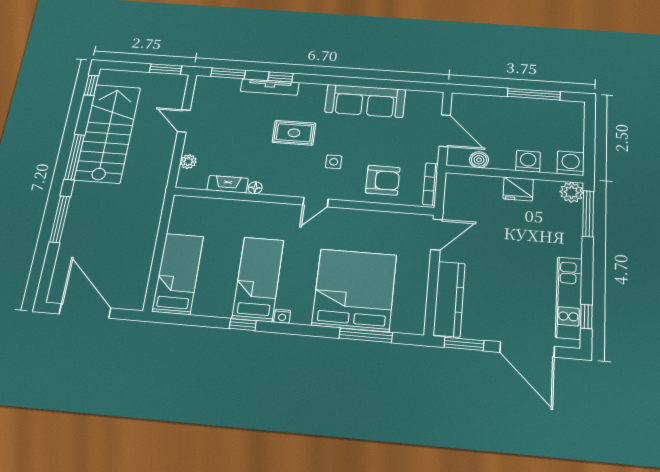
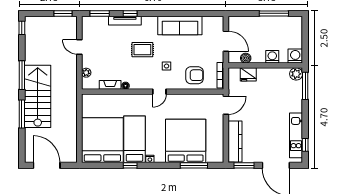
stairs: (108, 133) -> (38, 96), moved
fridge: (518, 189) -> (248, 74), moved
bed: (178, 274) -> (102, 140), width x2.04

